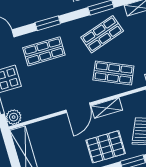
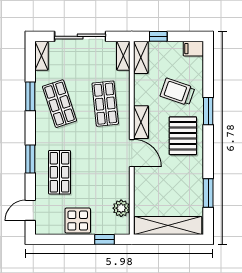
shop shelf: (113, 73) -> (105, 104), turned -30
plant: (14, 117) -> (121, 208), moved

